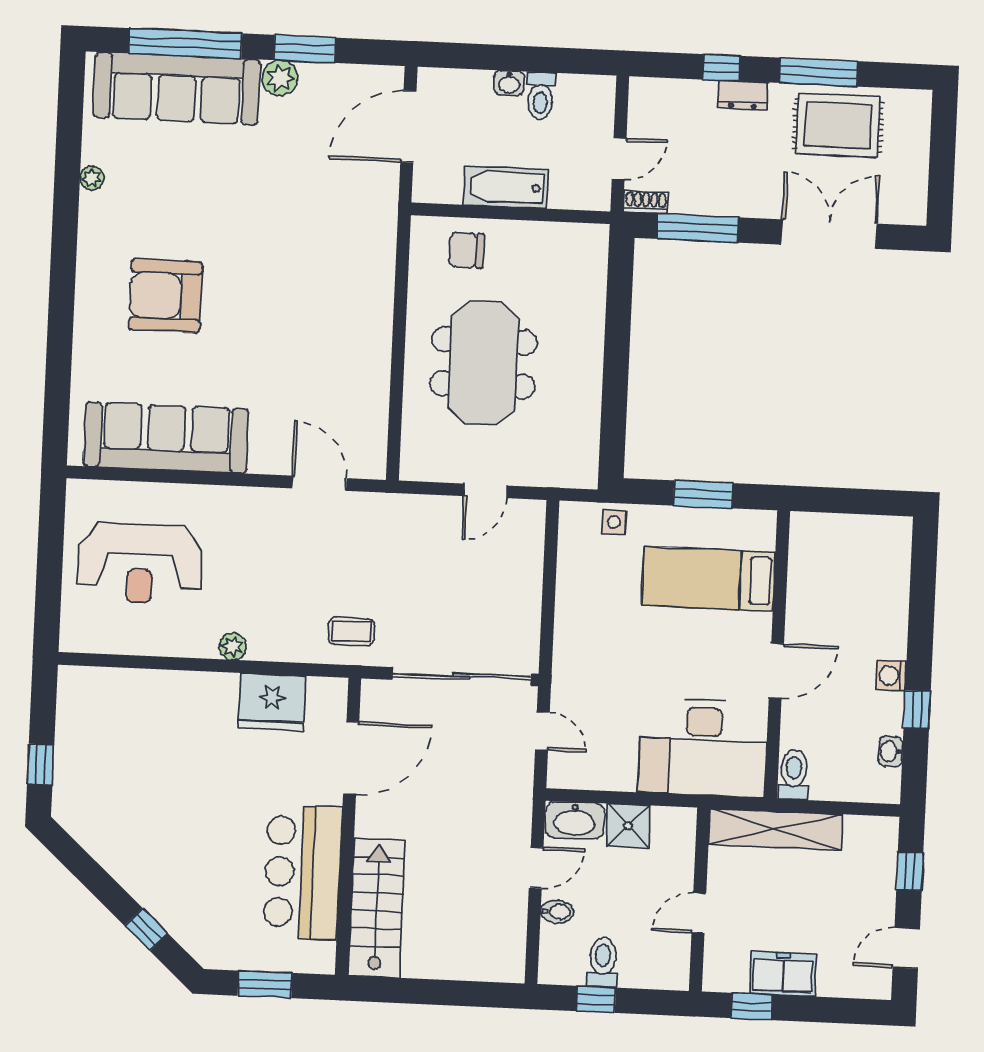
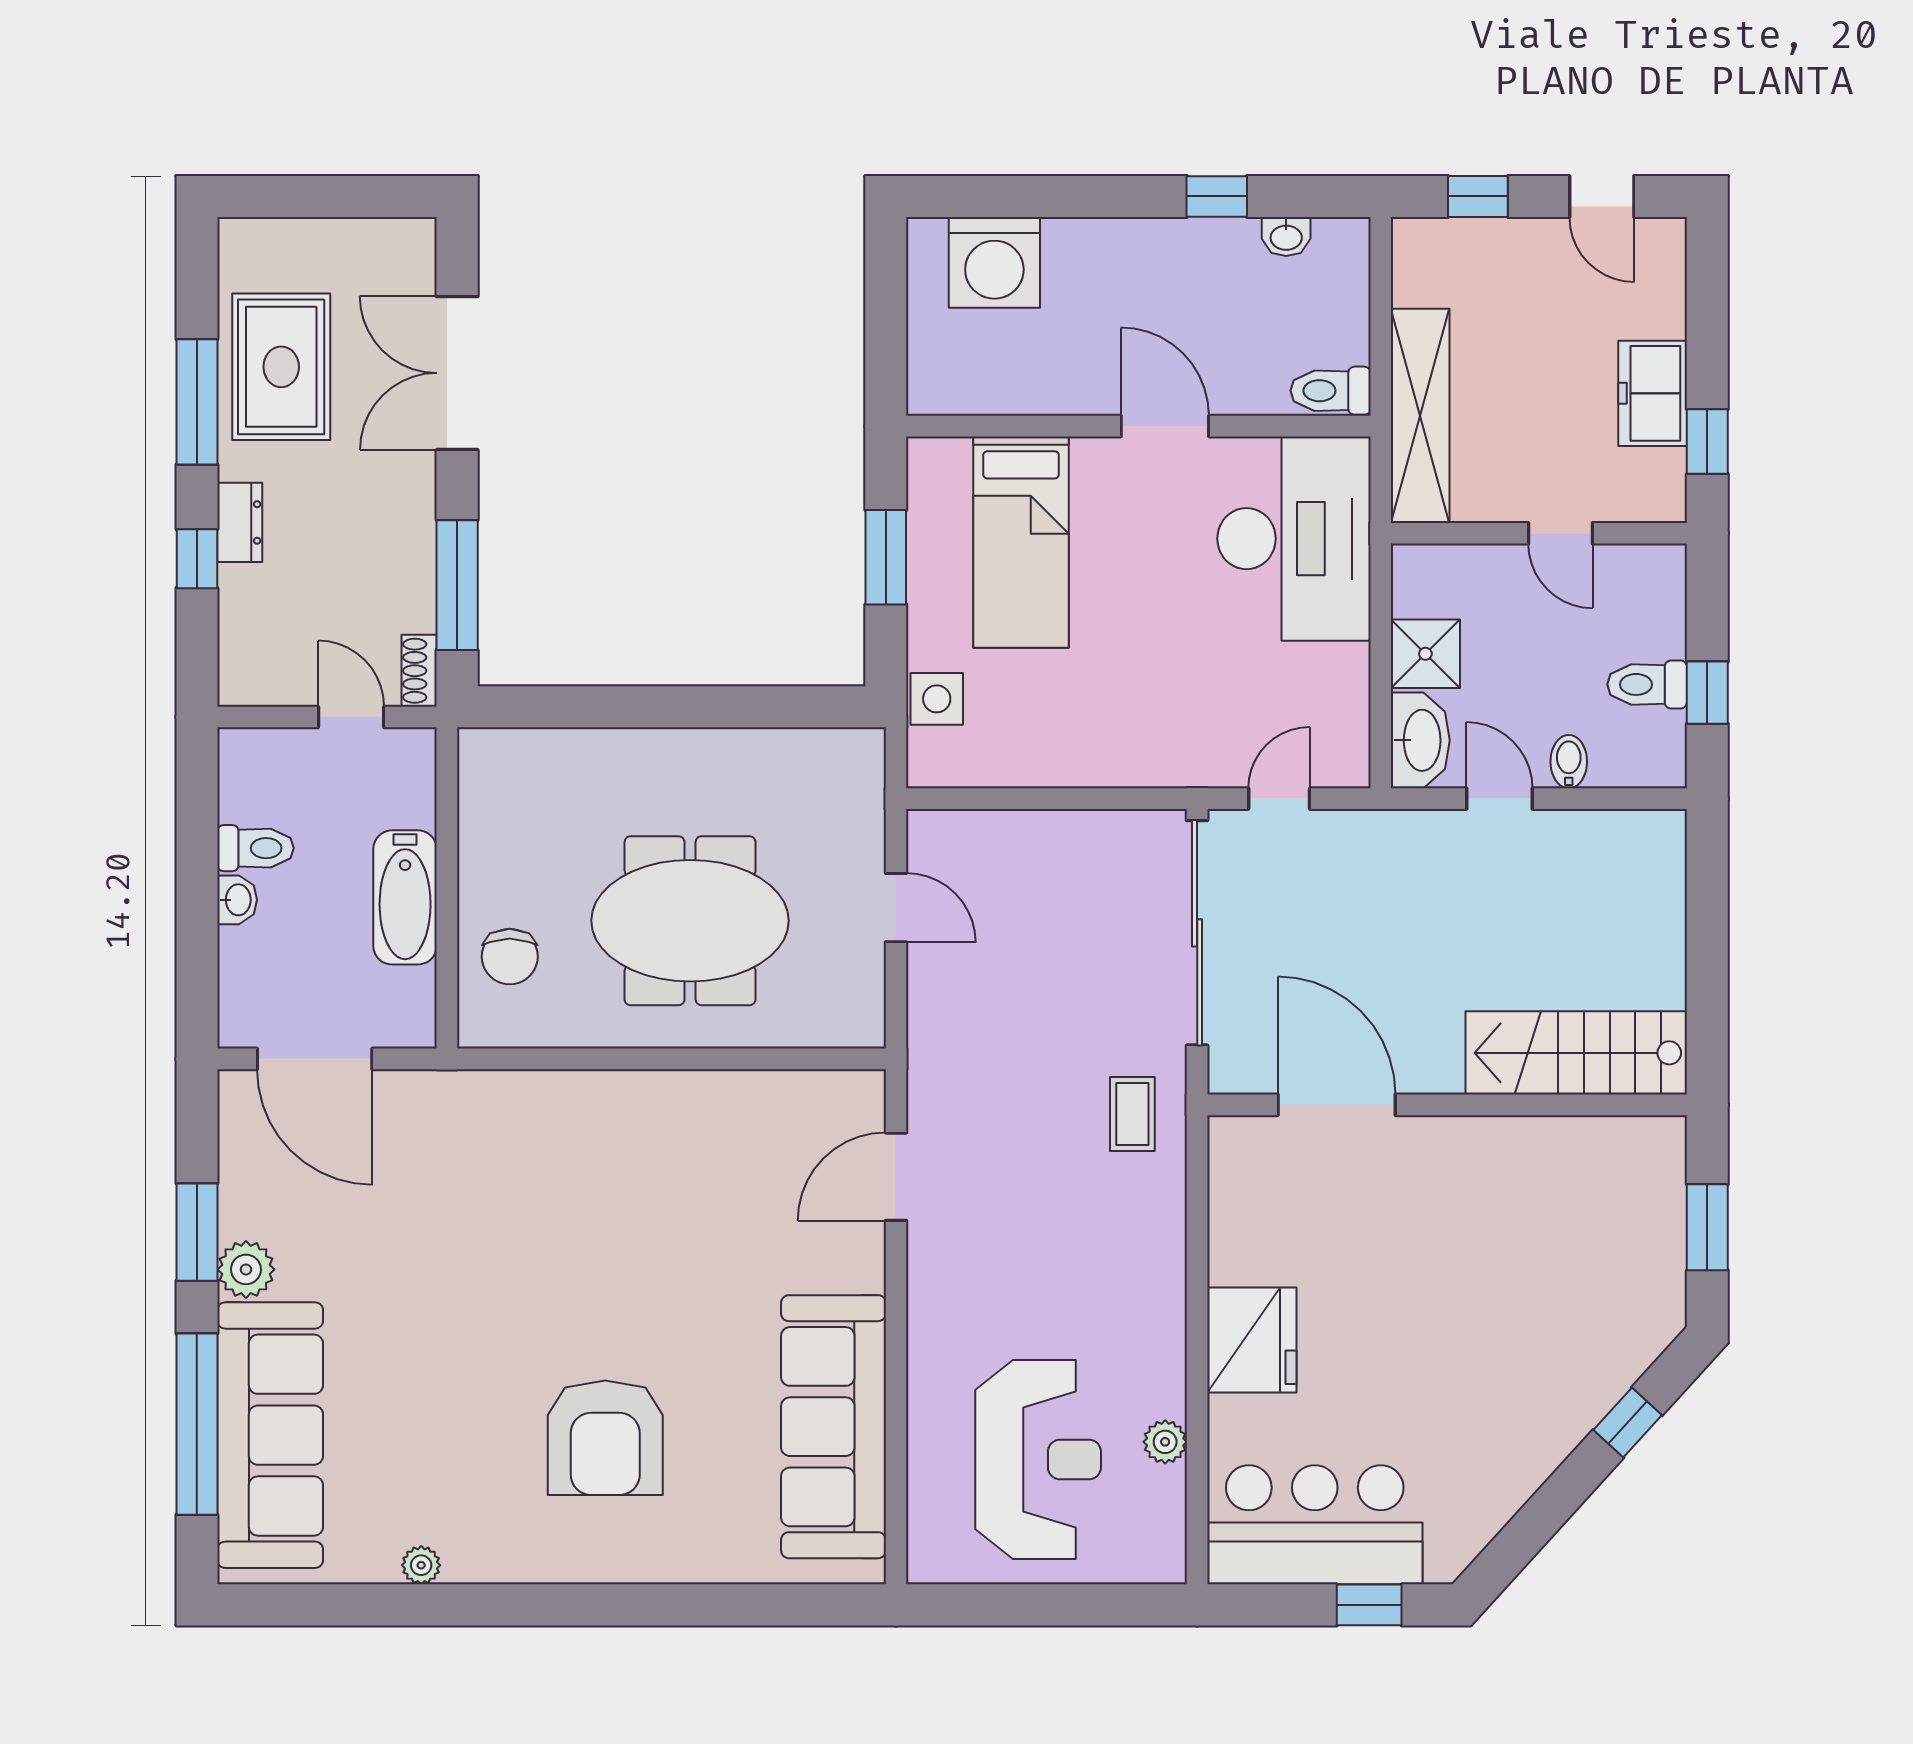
side table: (614, 522) -> (937, 699), width x1.37, depth x1.37
plant: (233, 646) -> (1165, 1442), moved
washing machine: (891, 676) -> (994, 262), moved, width x1.89, depth x1.89
fridge: (272, 702) -> (1252, 1340), moved
bar counter: (303, 872) -> (1315, 1525), moved, turned 180

